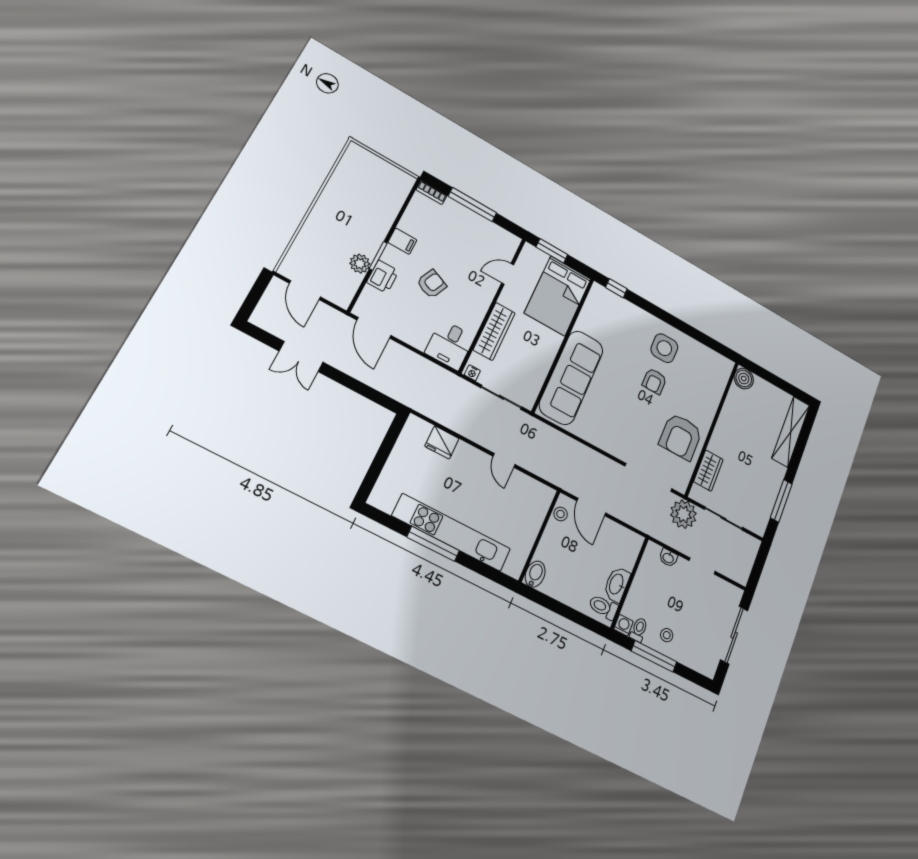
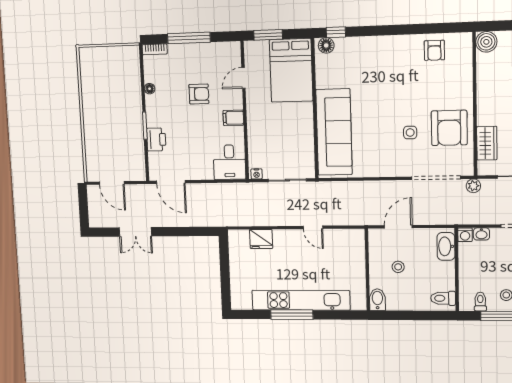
floor lamp: (405, 225) -> (150, 89), added
filing cabinet: (402, 241) -> (233, 118), moved, turned 180
plant: (360, 264) -> (136, 140), removed
armchair: (432, 284) -> (199, 94), moved, turned 66
floor lamp: (602, 294) -> (326, 45), added
wardrobe: (494, 331) -> (256, 131), removed
side table: (664, 348) -> (410, 133), moved, width x0.54, depth x0.54
armchair: (654, 381) -> (434, 50), moved
door: (591, 507) -> (398, 227), swing flipped
stool: (561, 514) -> (398, 267), moved
plant: (683, 514) -> (473, 186), width x0.53, depth x0.53
washbasin: (617, 584) -> (446, 246), moved
washing machine: (623, 625) -> (465, 235), moved, turned 180

